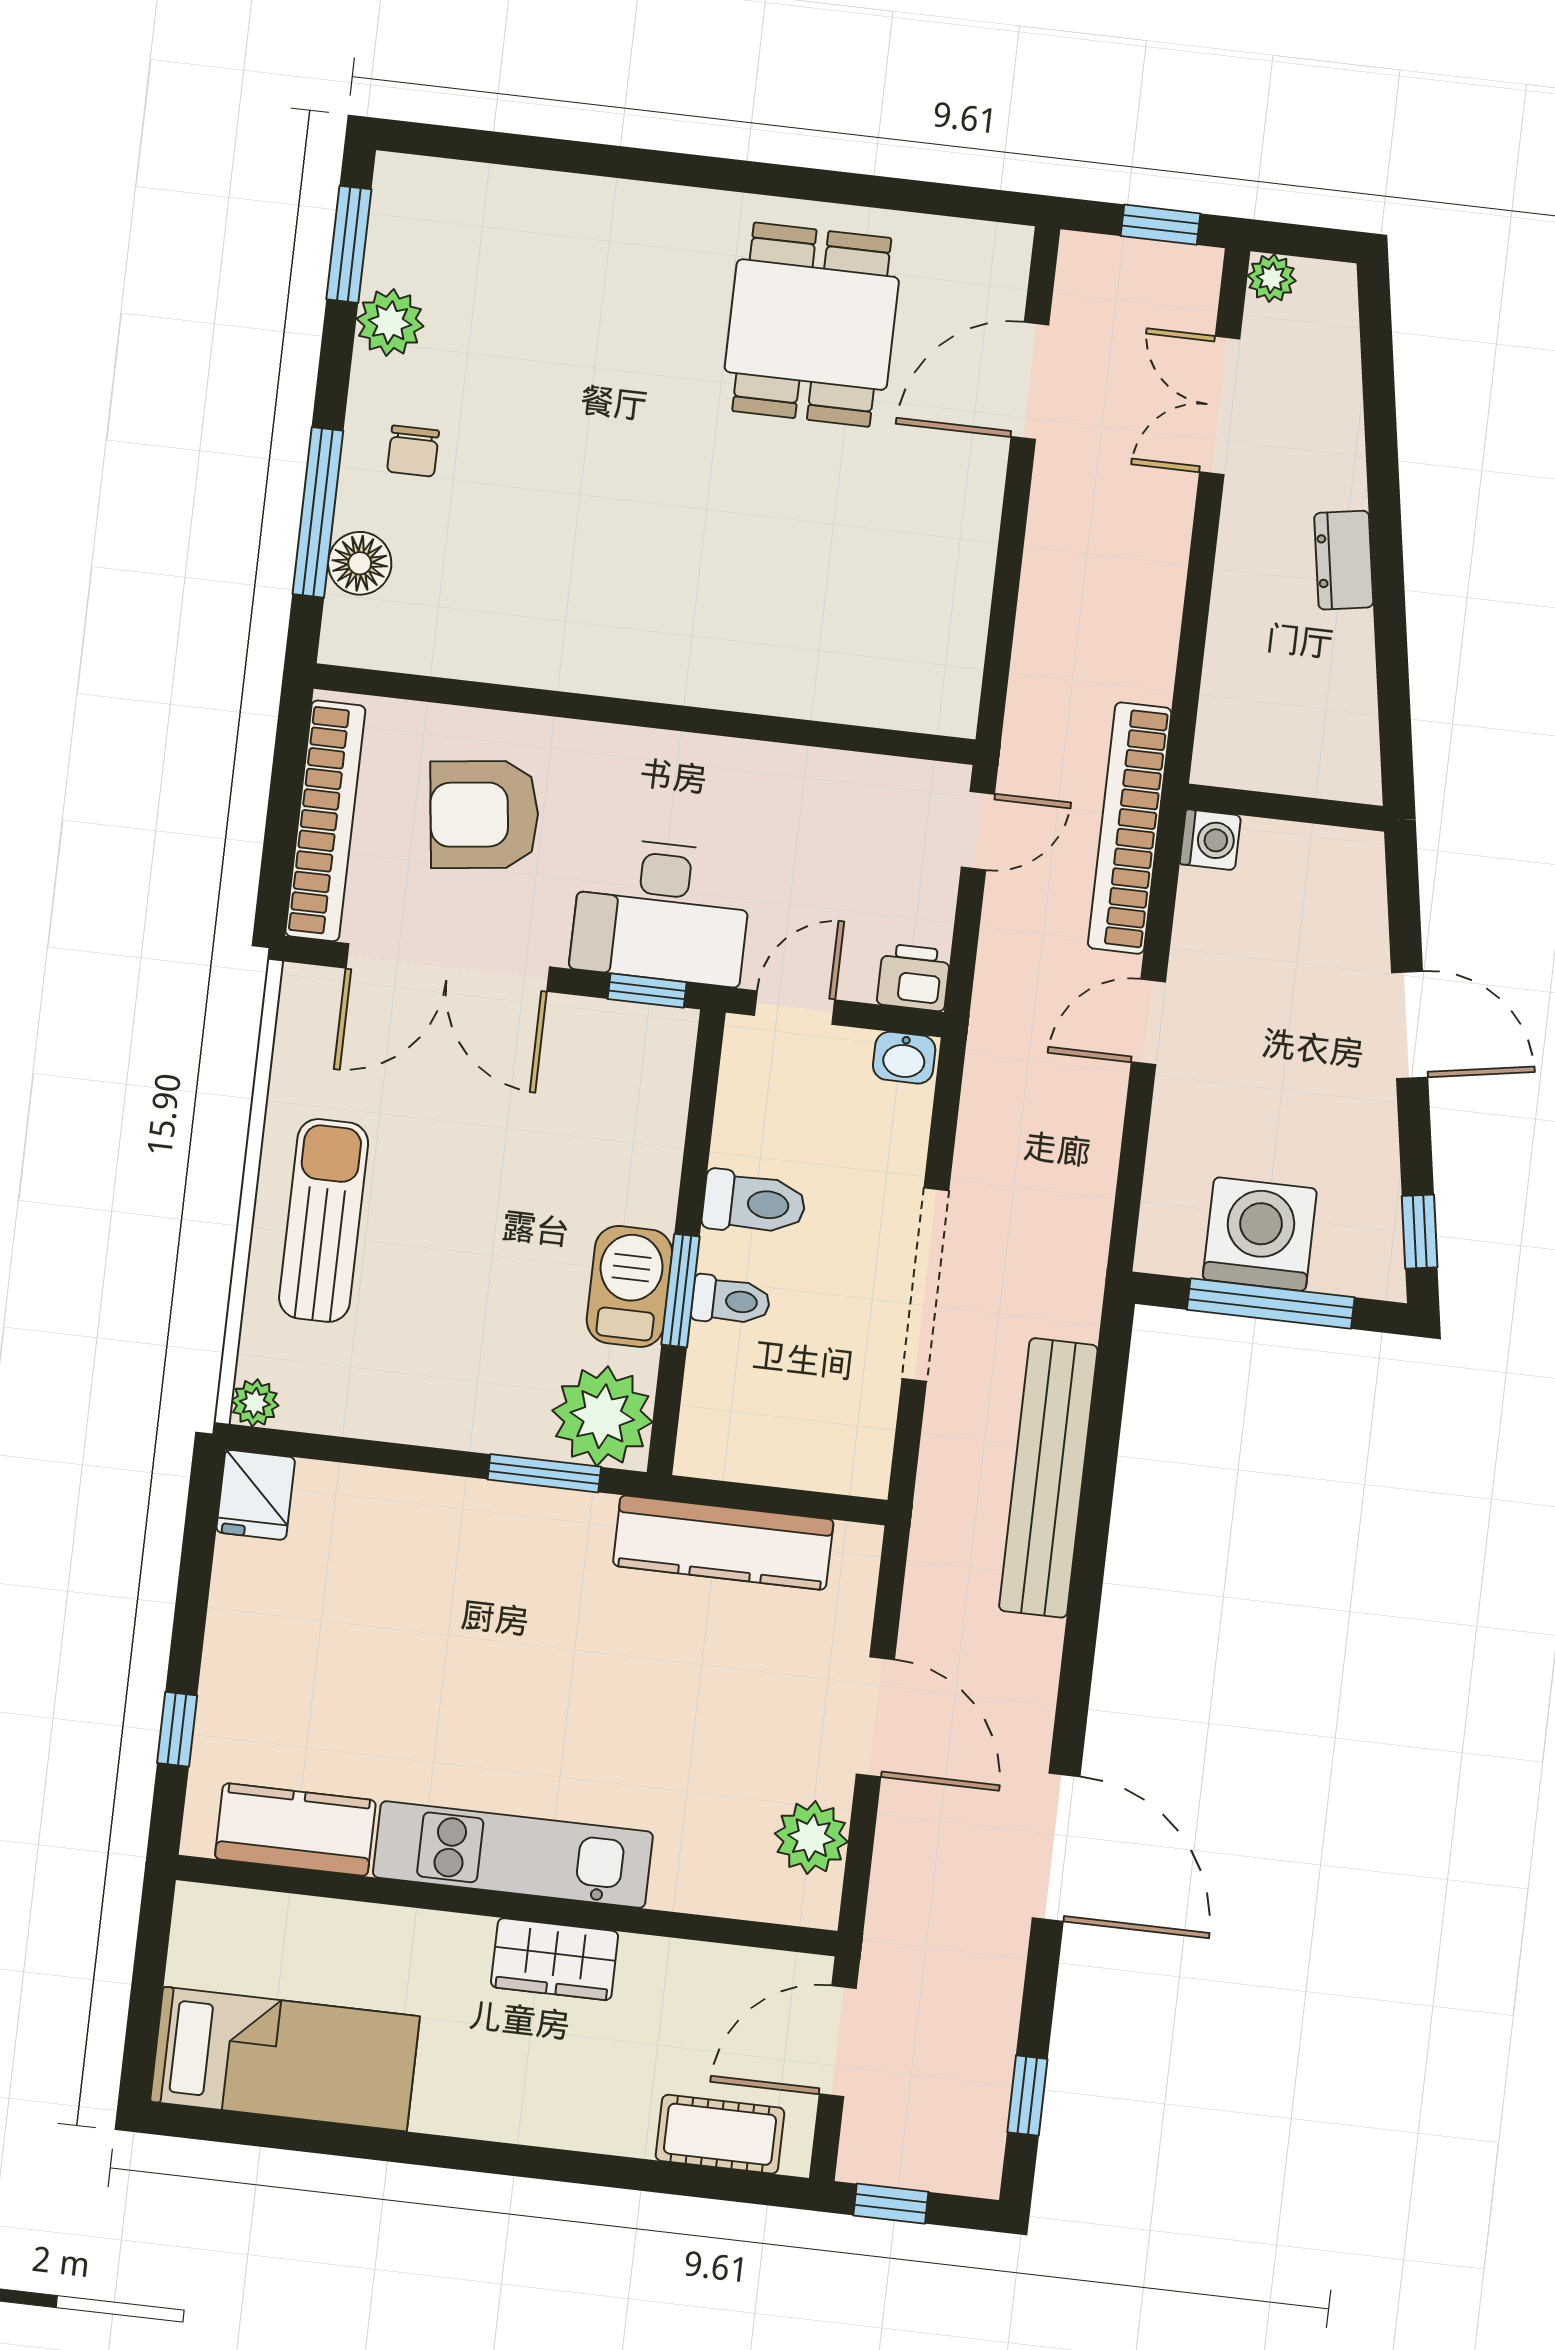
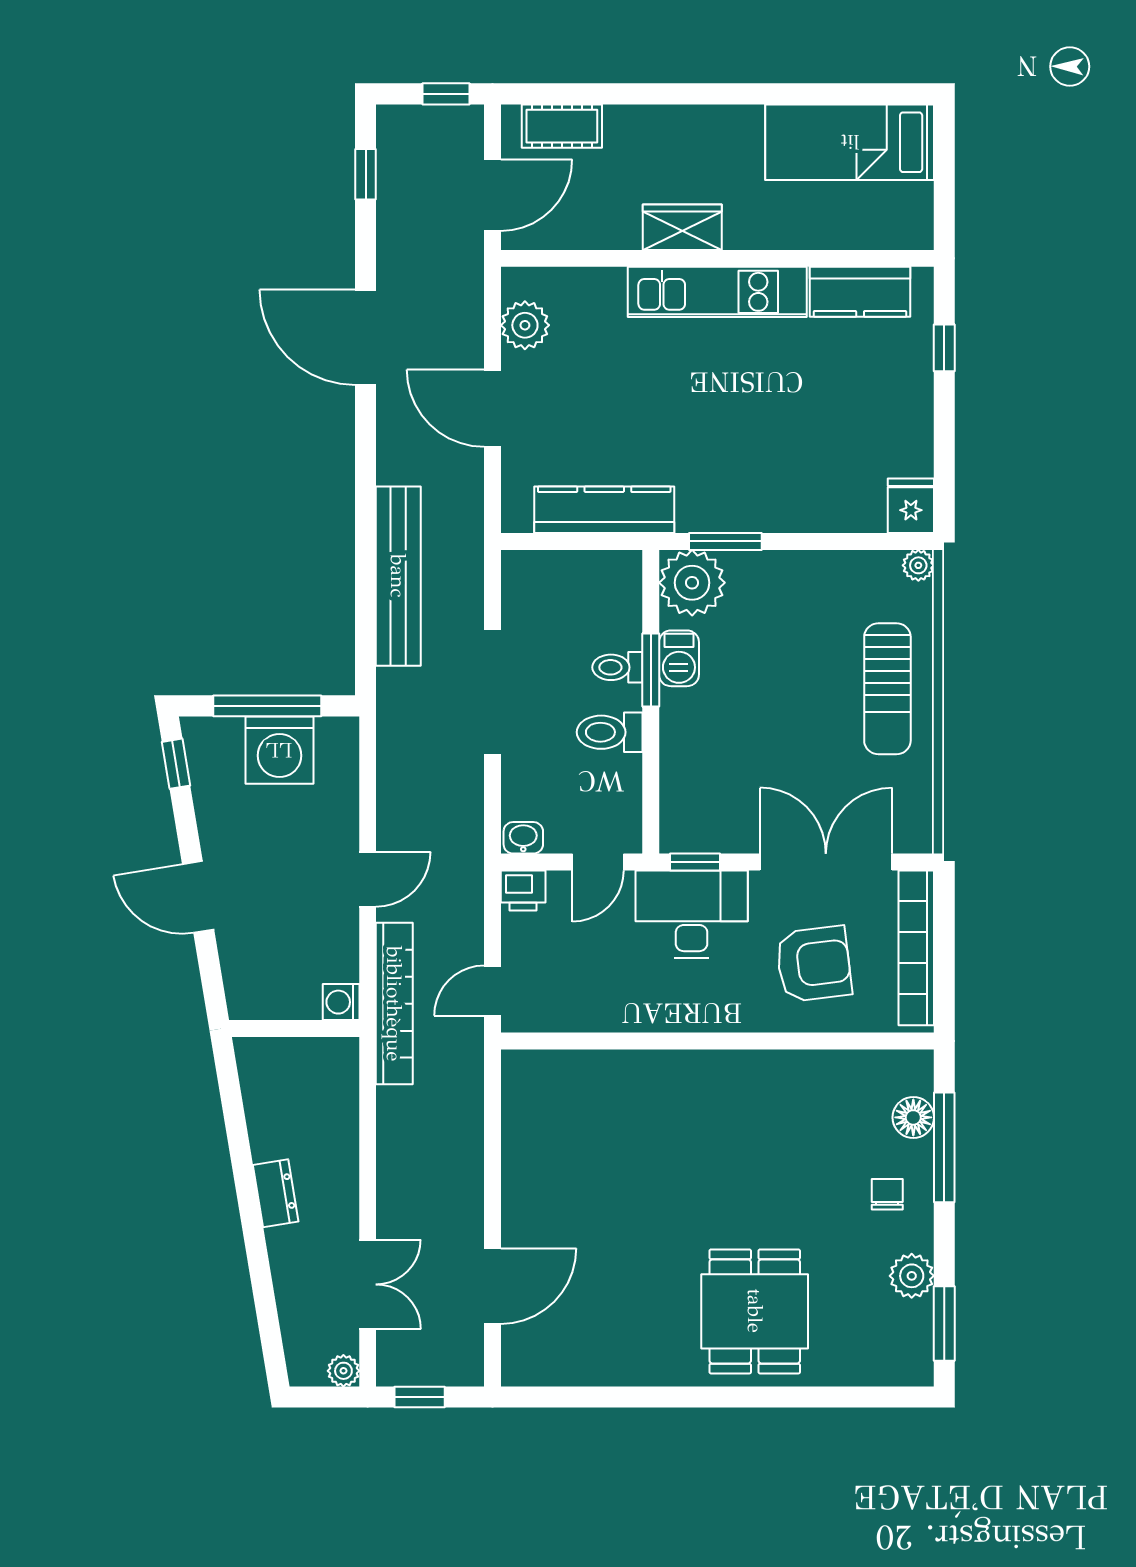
dining table: (812, 325) -> (755, 1311), moved
barbecue: (629, 1286) -> (679, 658), width x0.73, depth x0.79

